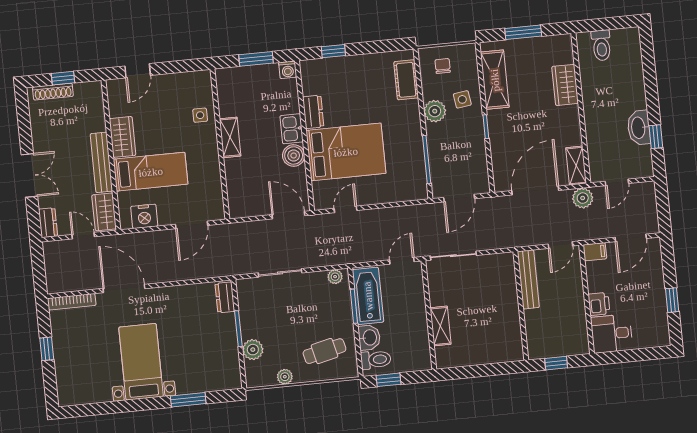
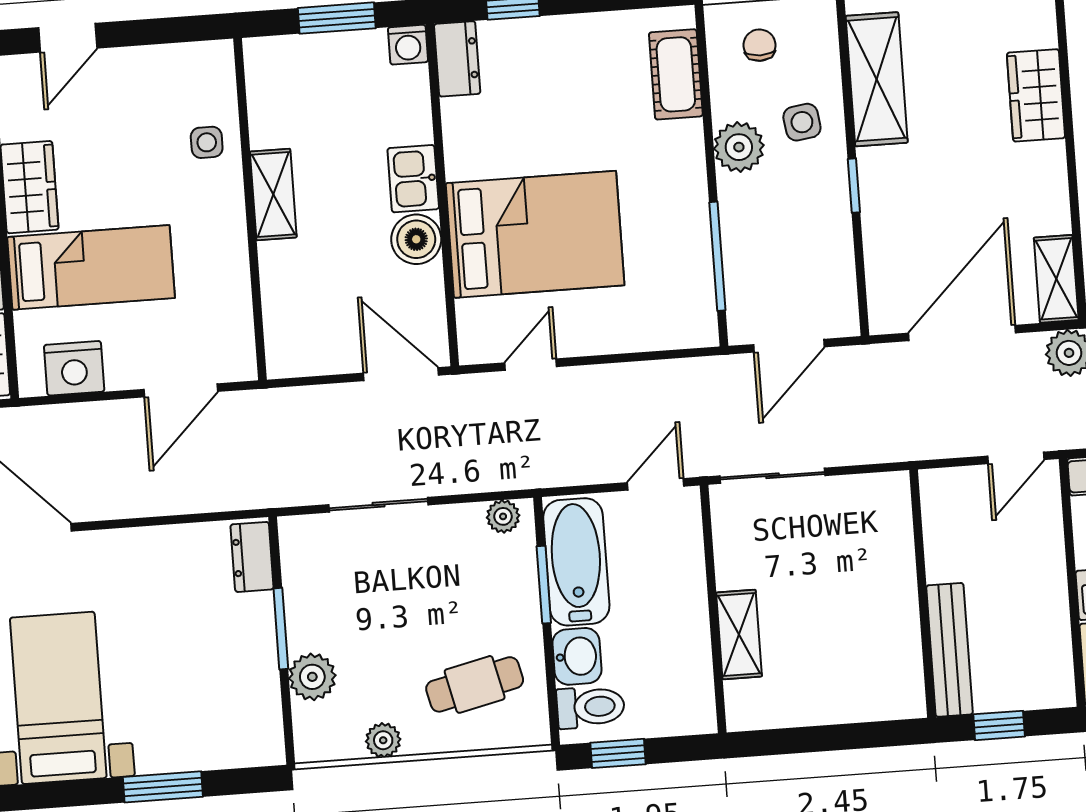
dresser: (313, 112) -> (457, 59), moved
bench: (528, 279) -> (950, 650), moved

